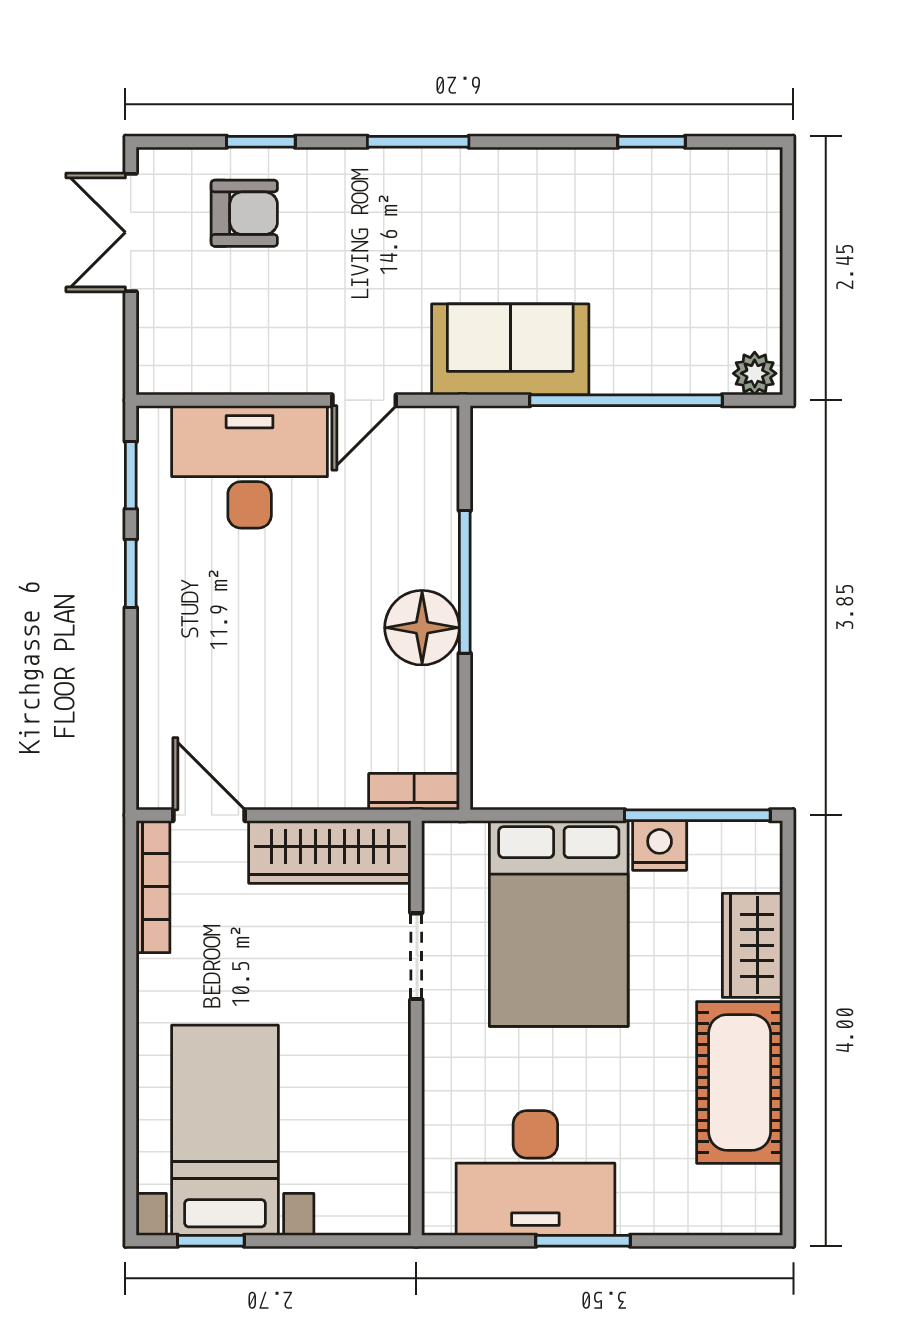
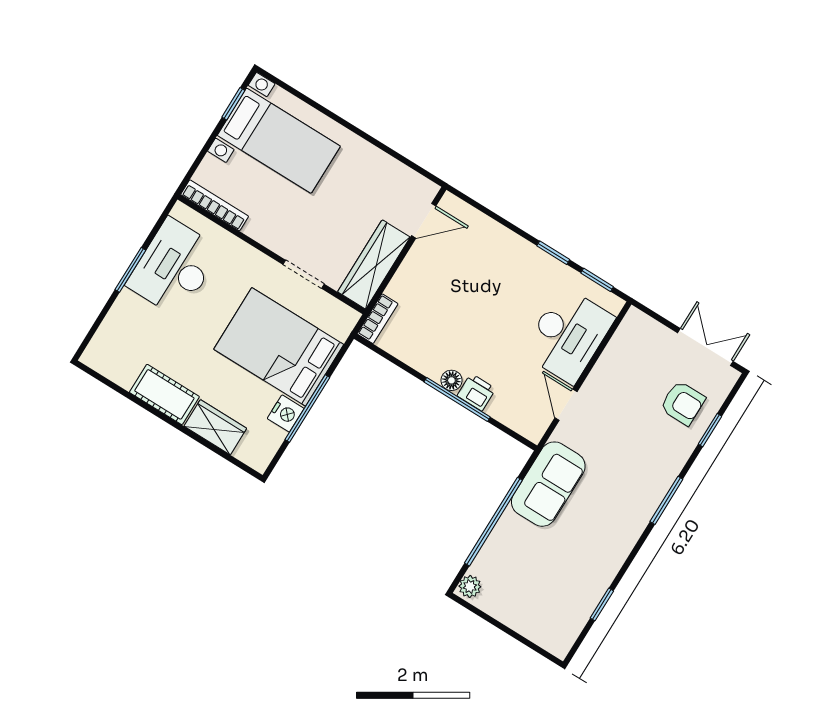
armchair: (244, 213) -> (683, 403), turned -90
printer: (434, 558) -> (476, 392), added
floor lamp: (422, 628) -> (451, 380), width x0.53, depth x0.53
window: (697, 815) -> (307, 408), moved
bookcase: (153, 887) -> (215, 205), moved, turned 180
cot: (740, 1082) -> (164, 394), width x0.73, depth x0.75

